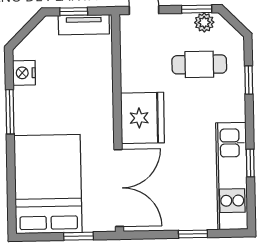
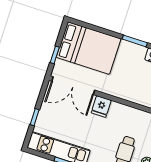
fridge: (143, 118) -> (101, 106), width x0.53, depth x0.75

